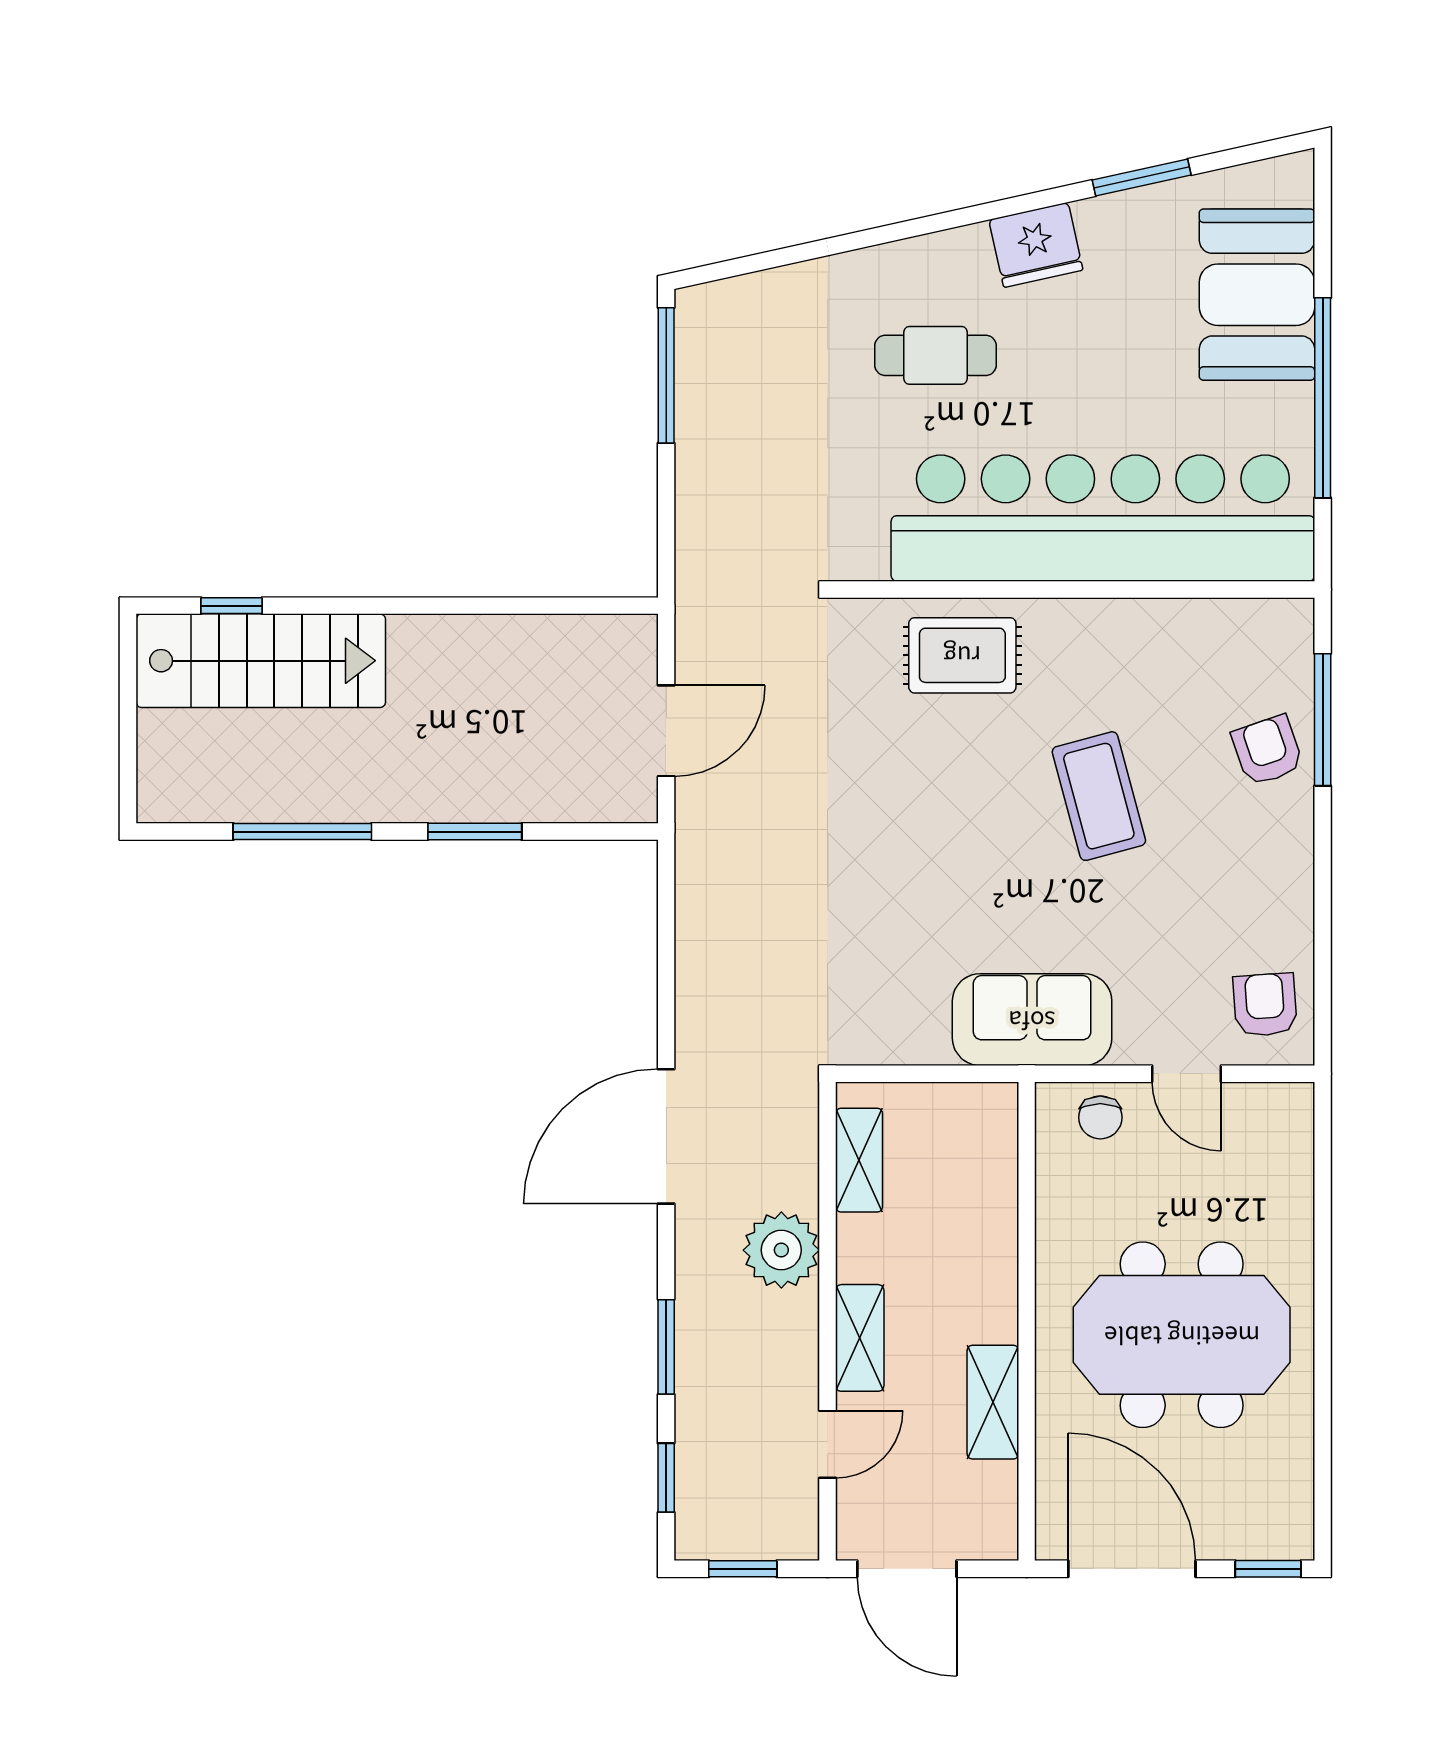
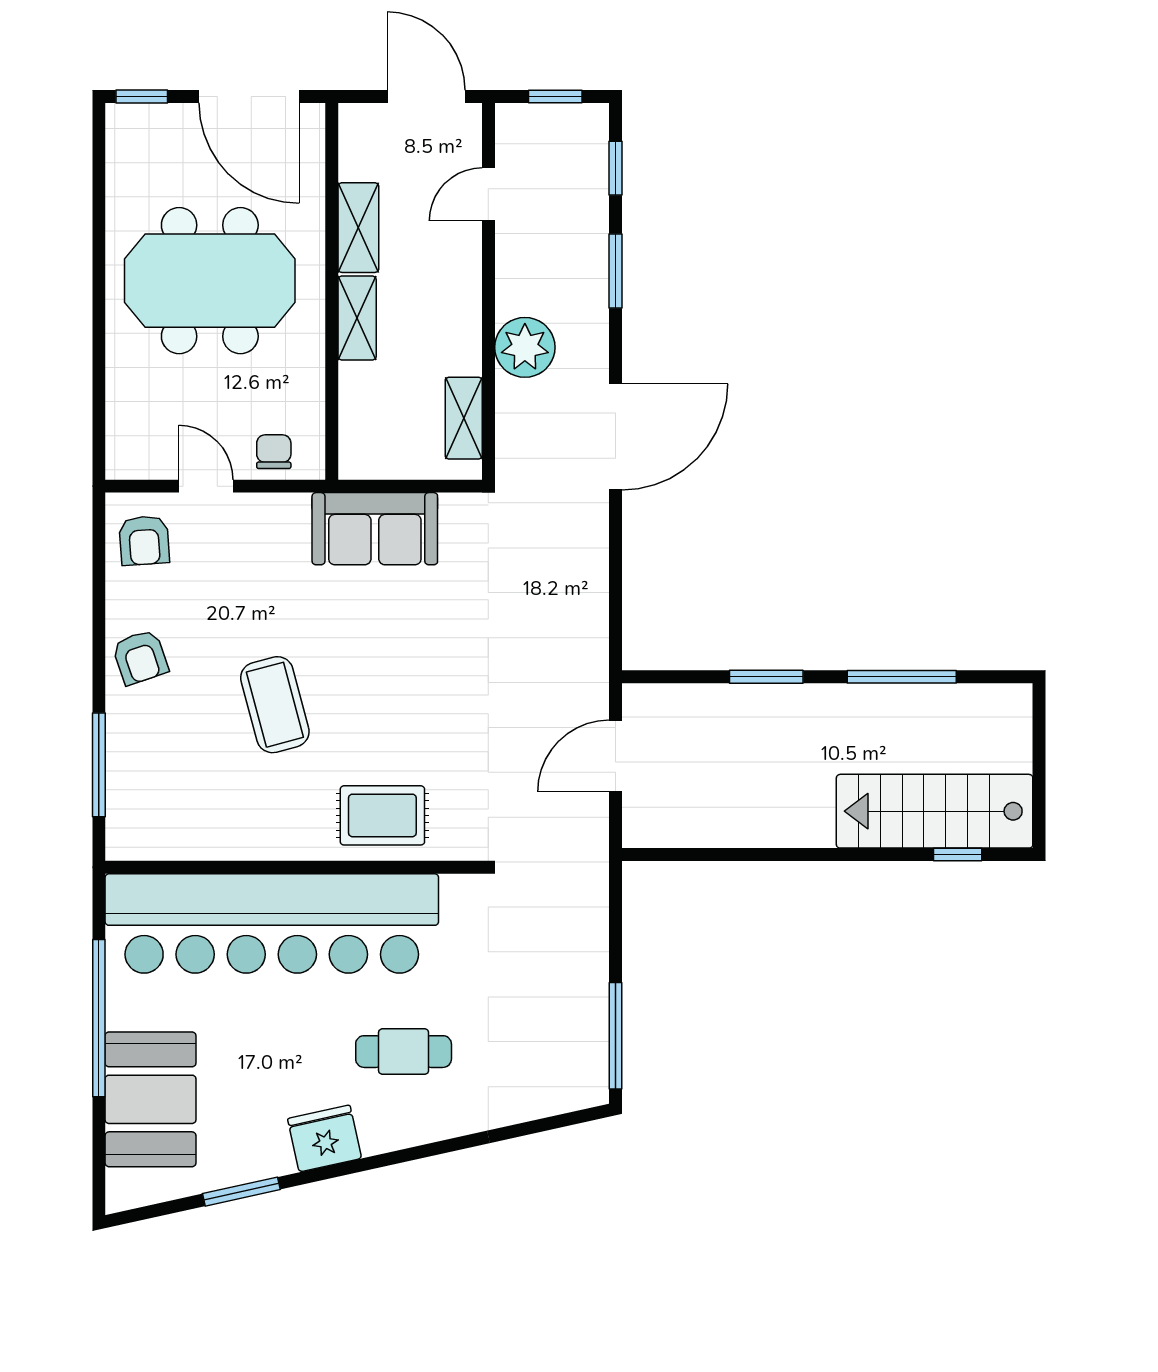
armchair: (1267, 750) -> (140, 657), moved
sofa: (1032, 1020) -> (375, 529), moved
shelving: (860, 1338) -> (357, 318), moved

